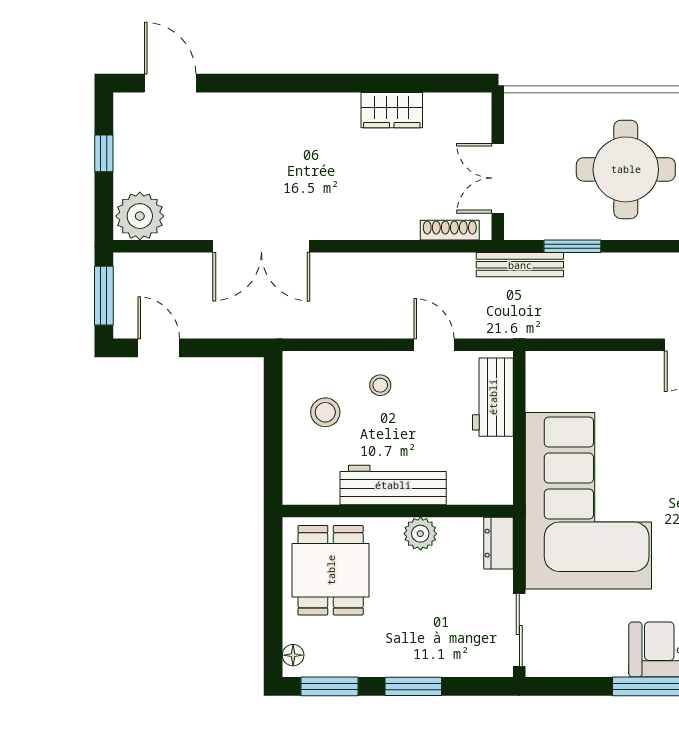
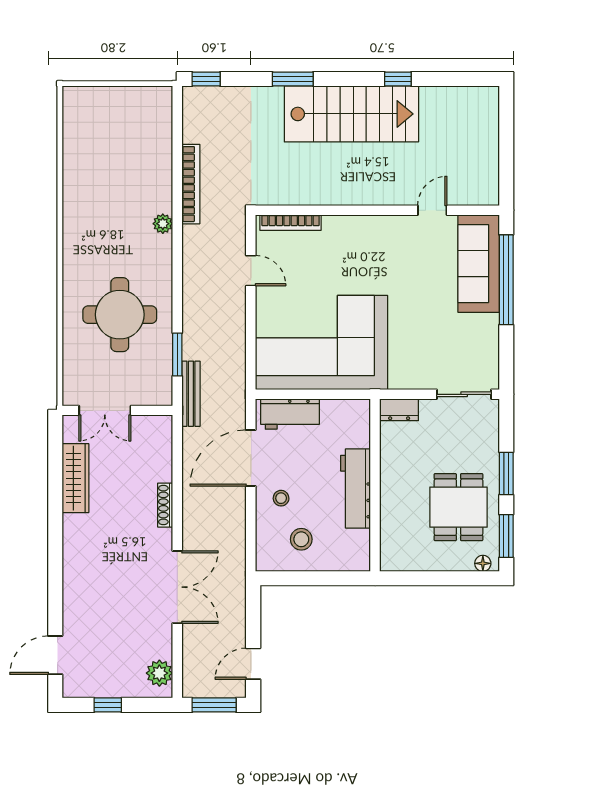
wardrobe: (392, 110) -> (75, 478), width x1.50
double door: (498, 178) -> (105, 410), moved
plant: (140, 216) -> (159, 673), width x0.73, depth x0.73
shoe rack: (450, 230) -> (165, 505), moved
door: (434, 345) -> (251, 458), width x1.88
corner sofa: (588, 501) -> (322, 343), moved
plant: (420, 534) -> (392, 468), removed
dining table: (331, 570) -> (458, 507), moved, turned 90

